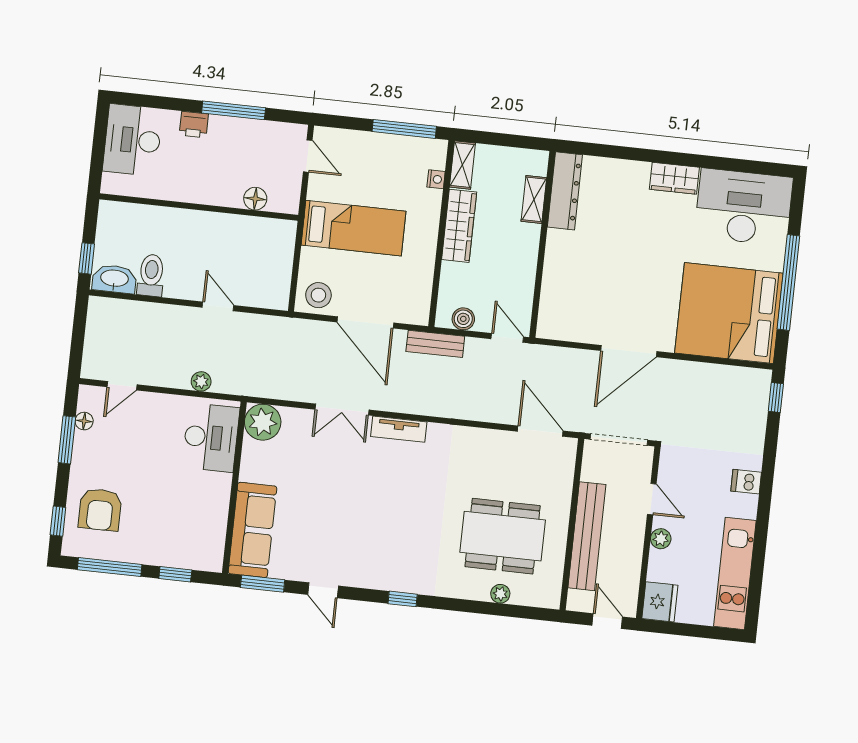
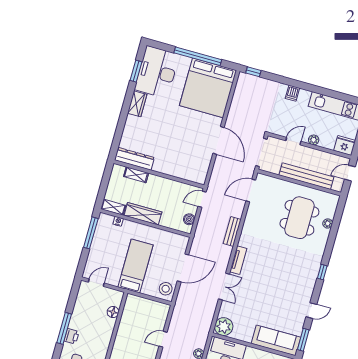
window: (234, 110) -> (64, 328), moved
window: (739, 165) -> (136, 71), added
bench: (435, 344) -> (232, 232), moved

